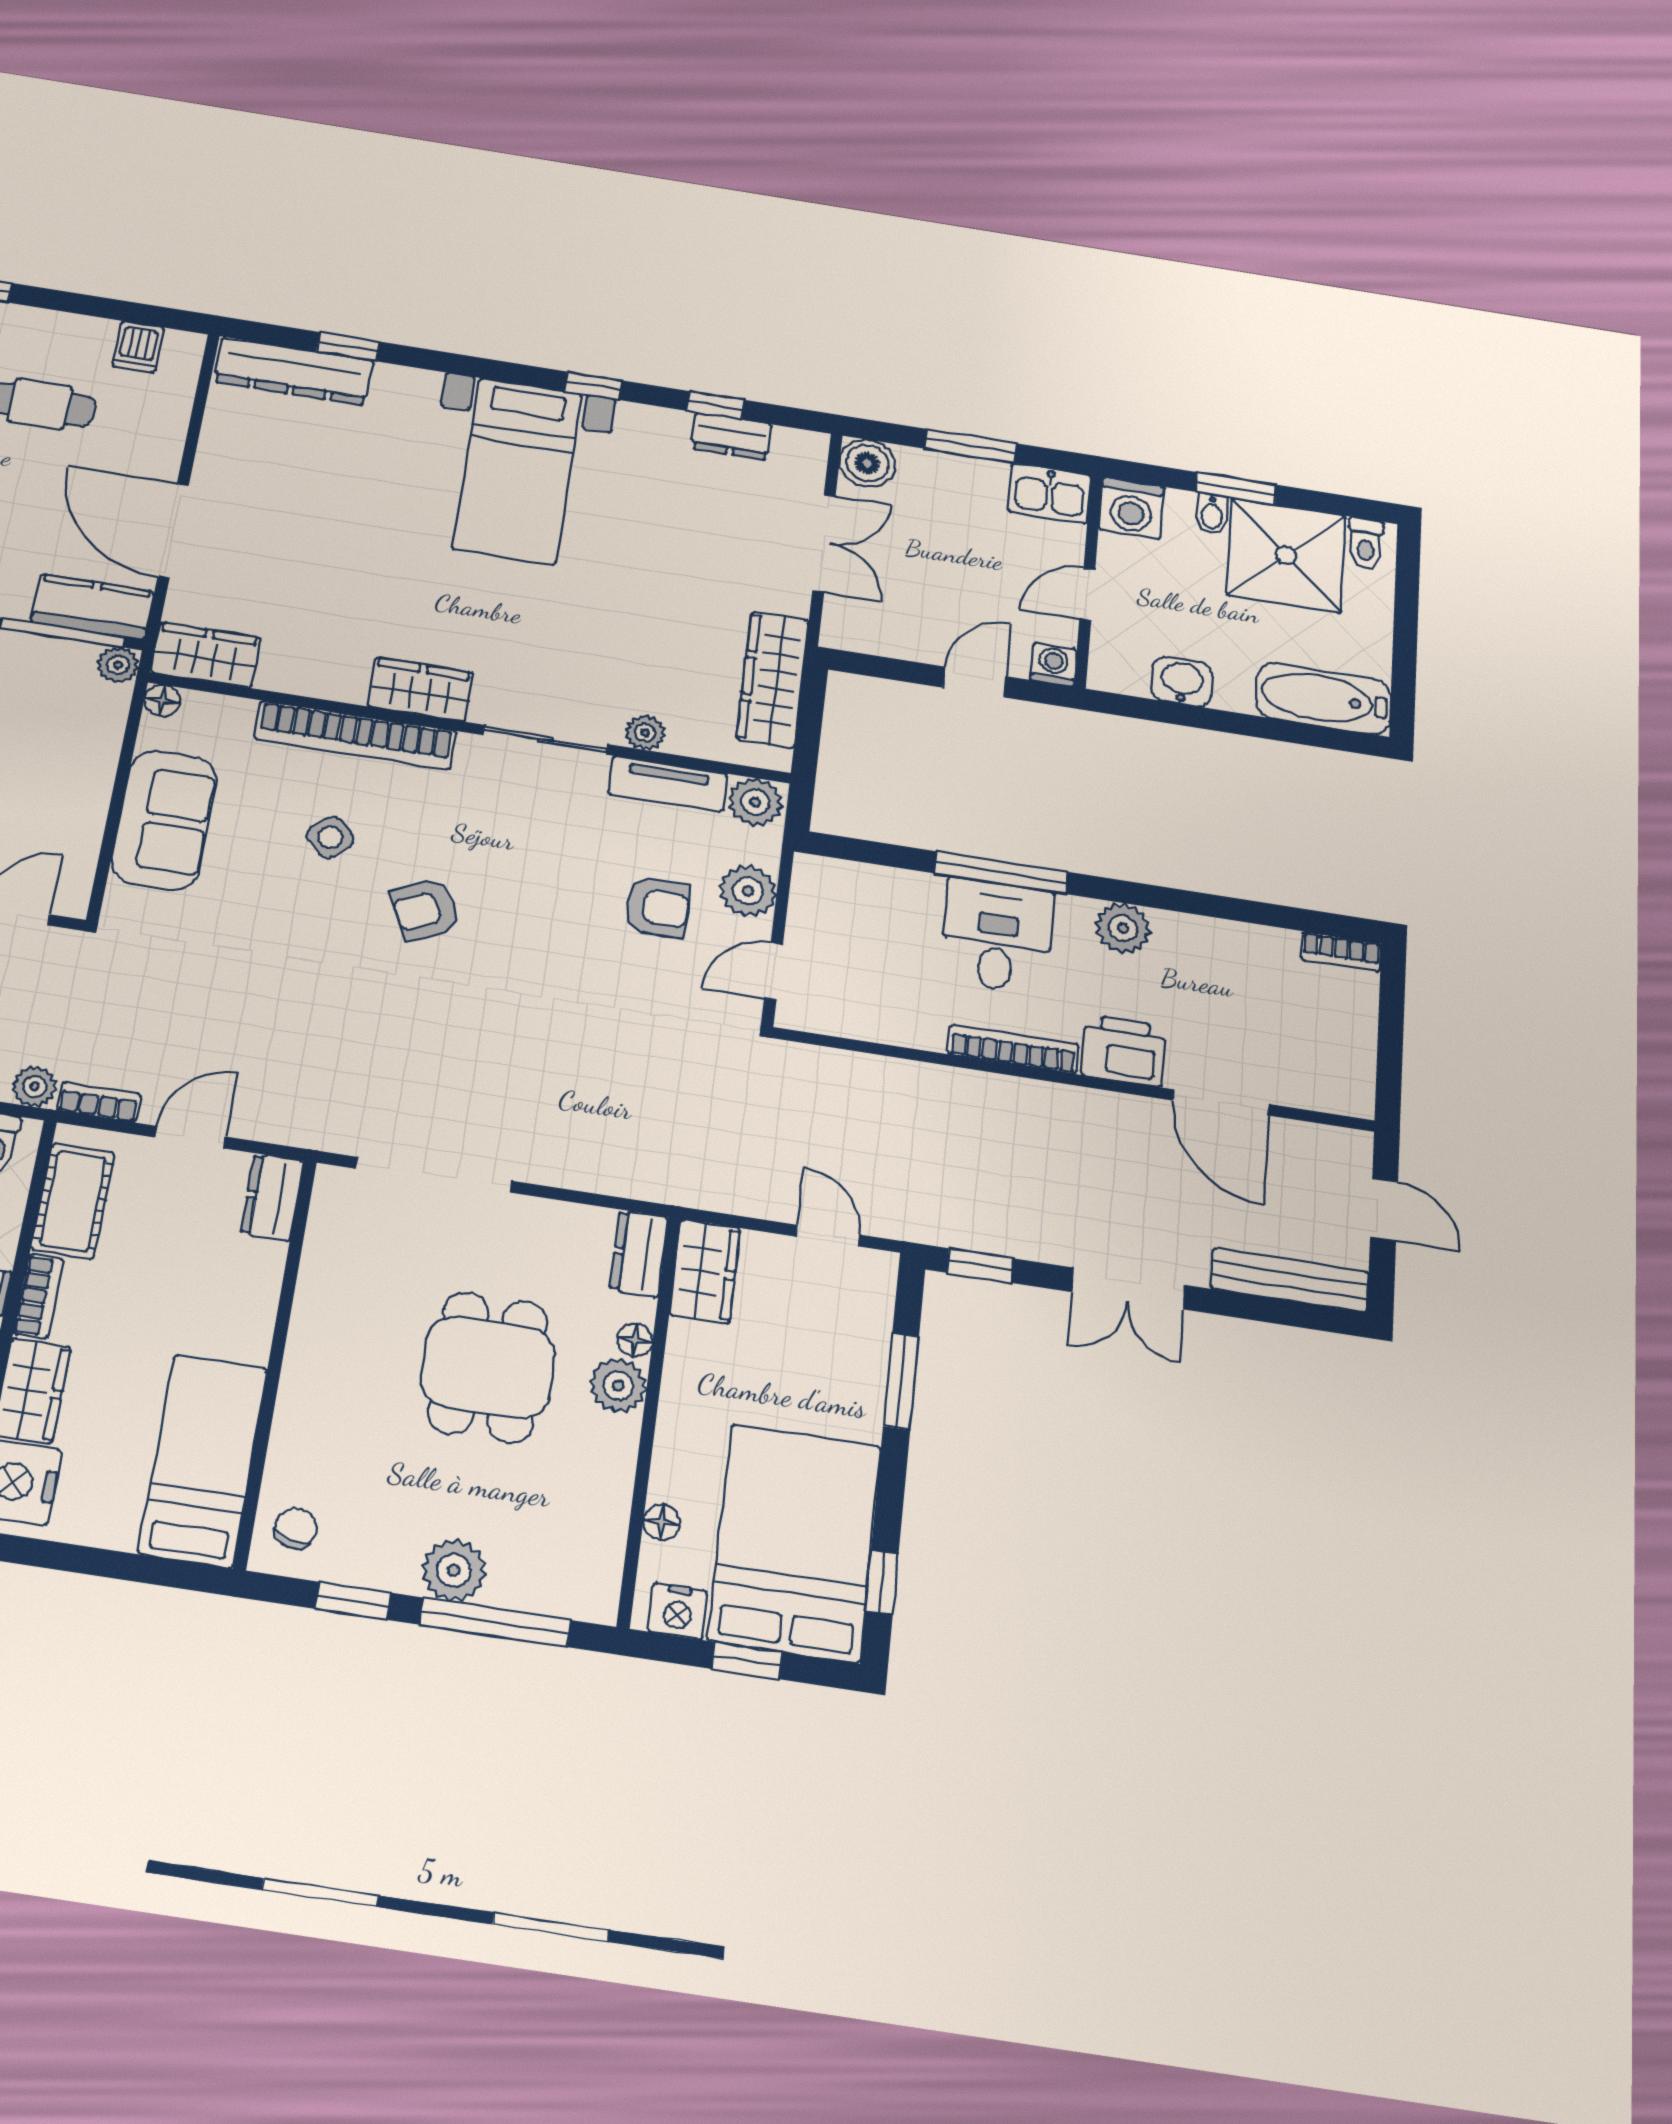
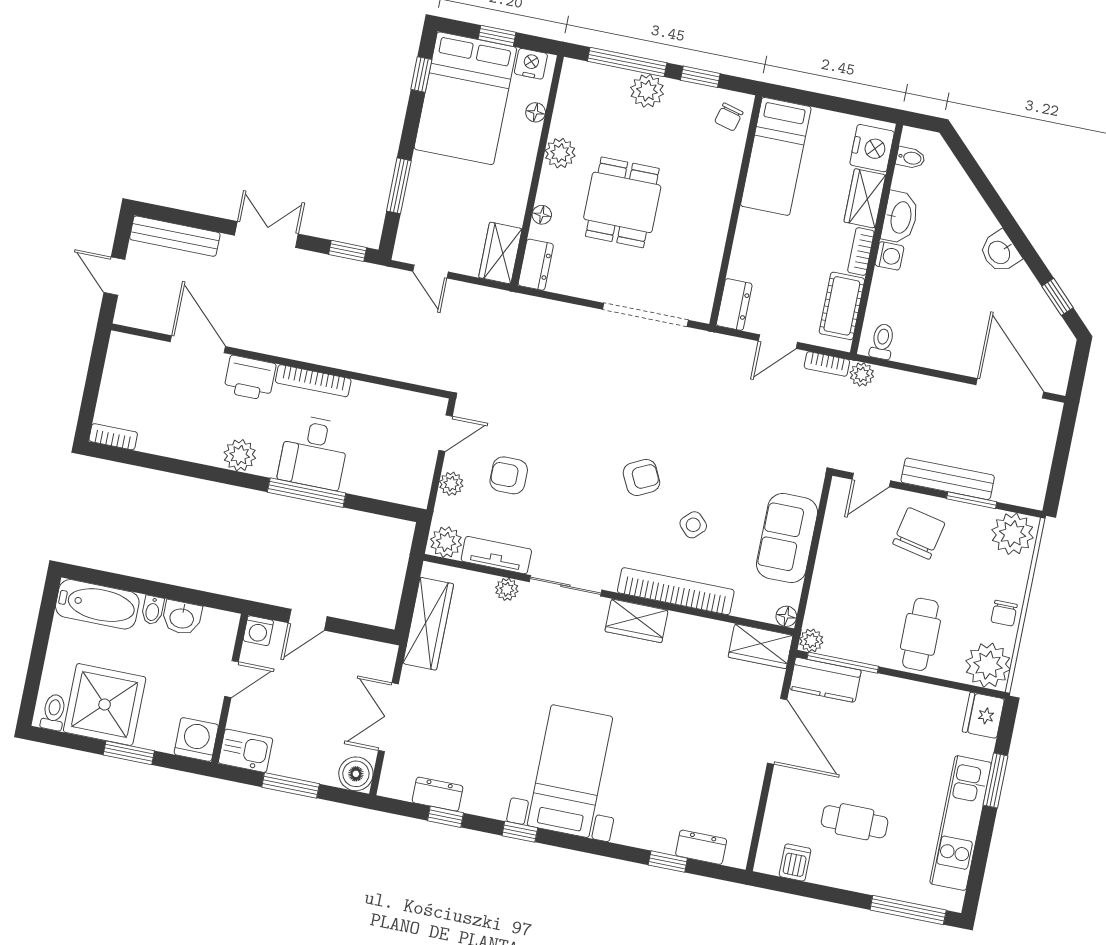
dresser: (294, 371) -> (701, 847), width x0.51, depth x0.80
bidet: (1212, 514) -> (153, 610), moved, turned 180
plant: (748, 891) -> (451, 484), width x0.73, depth x0.73
plant: (618, 1386) -> (560, 153), moved

